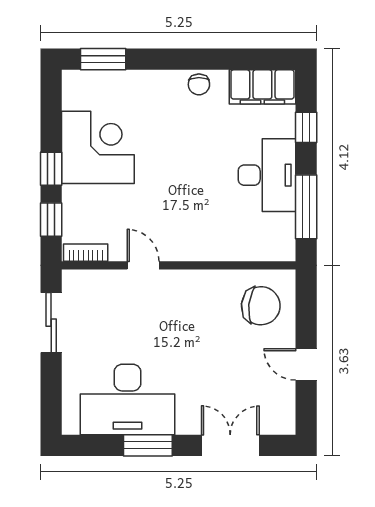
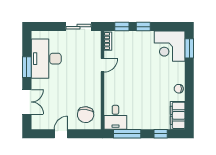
corner desk: (98, 147) -> (170, 46), moved, turned 90
desk: (267, 175) -> (115, 117), moved, width x0.73

